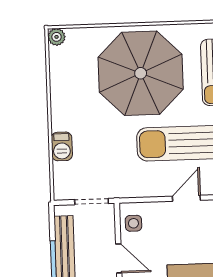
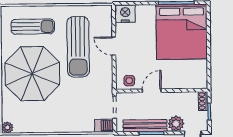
barbecue: (62, 146) -> (104, 126), moved

